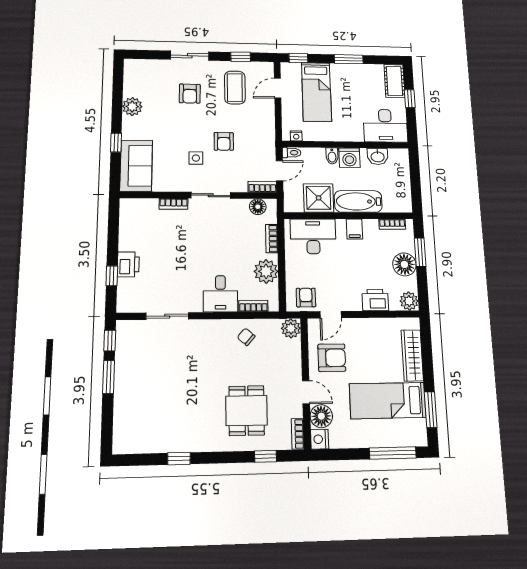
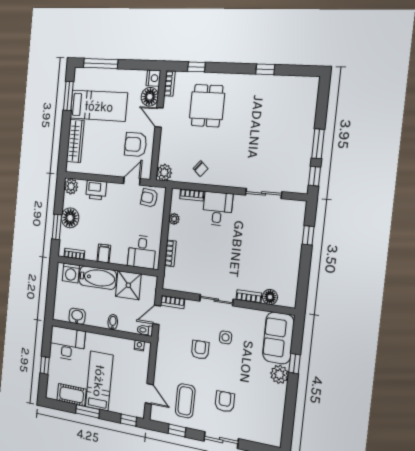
cot: (394, 81) -> (72, 395), moved, turned 90
door: (278, 88) -> (149, 394), hinge flipped
bed: (316, 92) -> (99, 381), moved
plant: (132, 107) -> (279, 374), moved
washing machine: (349, 158) -> (71, 273), moved, turned 180
floor lamp: (258, 207) -> (270, 297), moved
desk: (313, 236) -> (142, 252), width x0.73
printer: (128, 264) -> (293, 244), removed
plant: (266, 271) -> (174, 219), width x0.53, depth x0.53
armchair: (306, 298) -> (149, 198), turned 97

